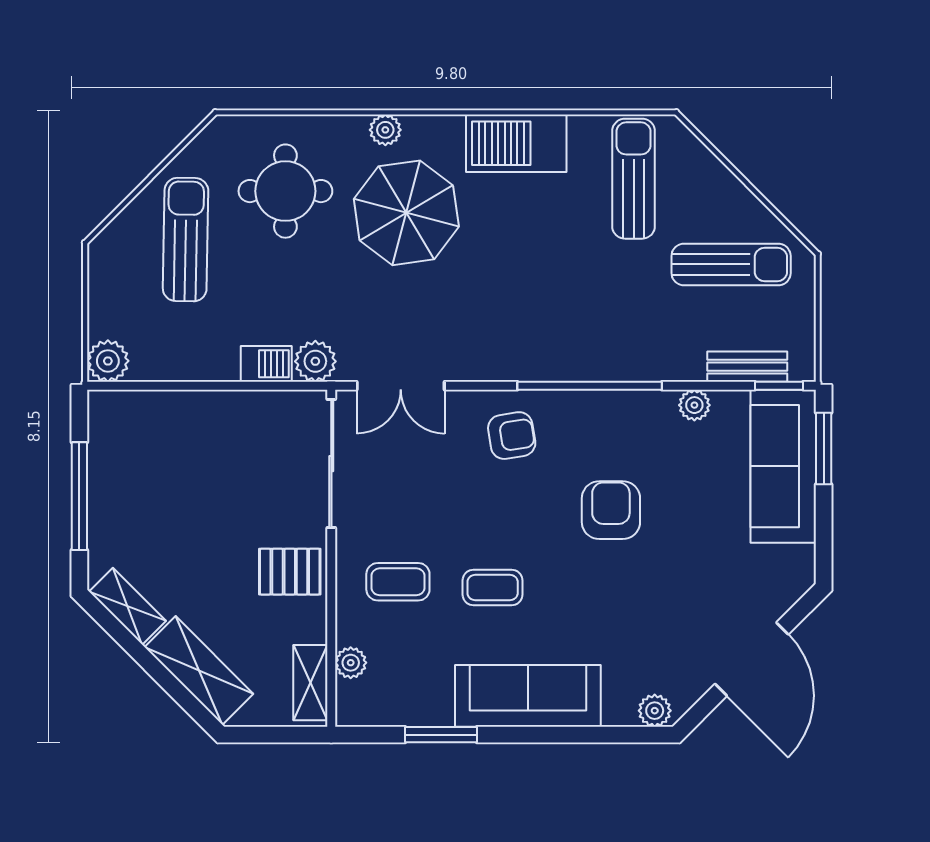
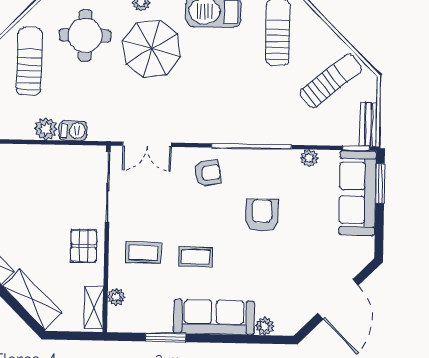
sun lounger: (731, 264) -> (331, 81), turned -39
plant: (315, 361) -> (46, 129), moved
bench: (747, 367) -> (368, 124), moved, turned 90
pallet: (290, 572) -> (84, 246), turned 90
plant: (655, 711) -> (265, 326), moved

